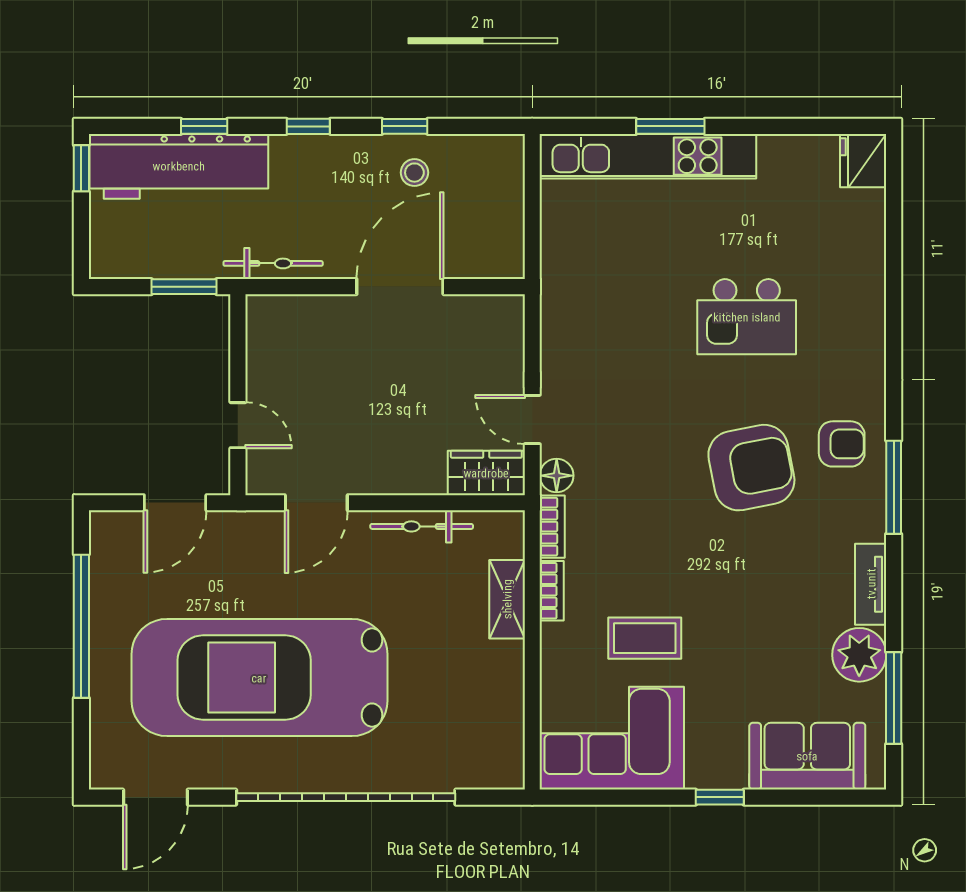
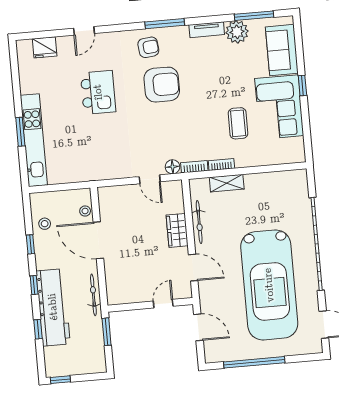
fridge: (863, 161) -> (45, 47), moved
workbench: (179, 166) -> (53, 307), moved
stool: (414, 173) -> (45, 224), moved
stool: (471, 261) -> (85, 211), added
door: (894, 297) -> (84, 31), added
door: (532, 419) -> (150, 179), hinge flipped
armchair: (842, 444) -> (148, 47), turned 84
armchair: (751, 468) -> (162, 85), turned 101
wardrobe: (486, 473) -> (177, 230), moved
corner sofa: (612, 738) -> (279, 107), moved

